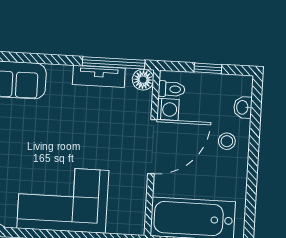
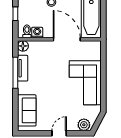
window: (114, 63) -> (15, 73), moved
door: (152, 147) -> (67, 39), moved

